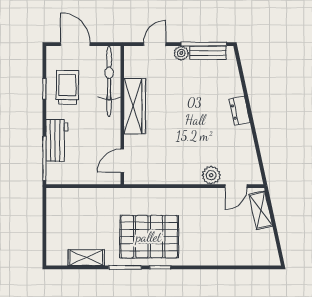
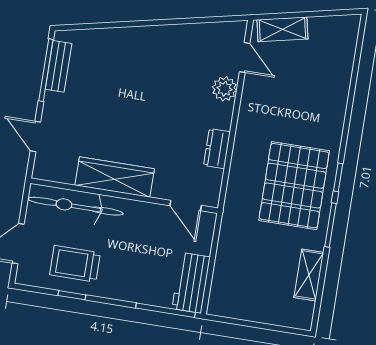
plant: (181, 53) -> (53, 103), removed
dresser: (240, 111) -> (217, 149), moved, turned 102
workbench: (57, 140) -> (191, 283), moved, turned -90

